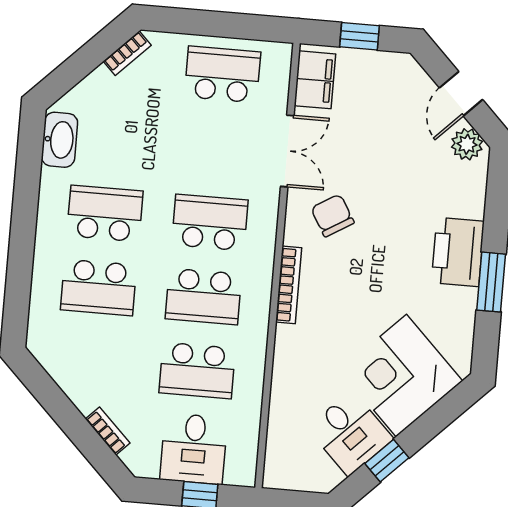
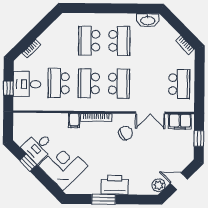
filing cabinet: (292, 339) -> (74, 121), added

